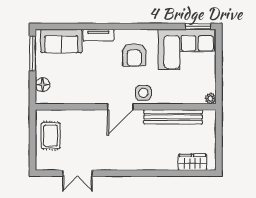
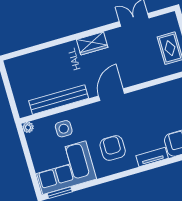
side table: (143, 93) -> (64, 129), moved
wardrobe: (192, 162) -> (92, 43), moved

